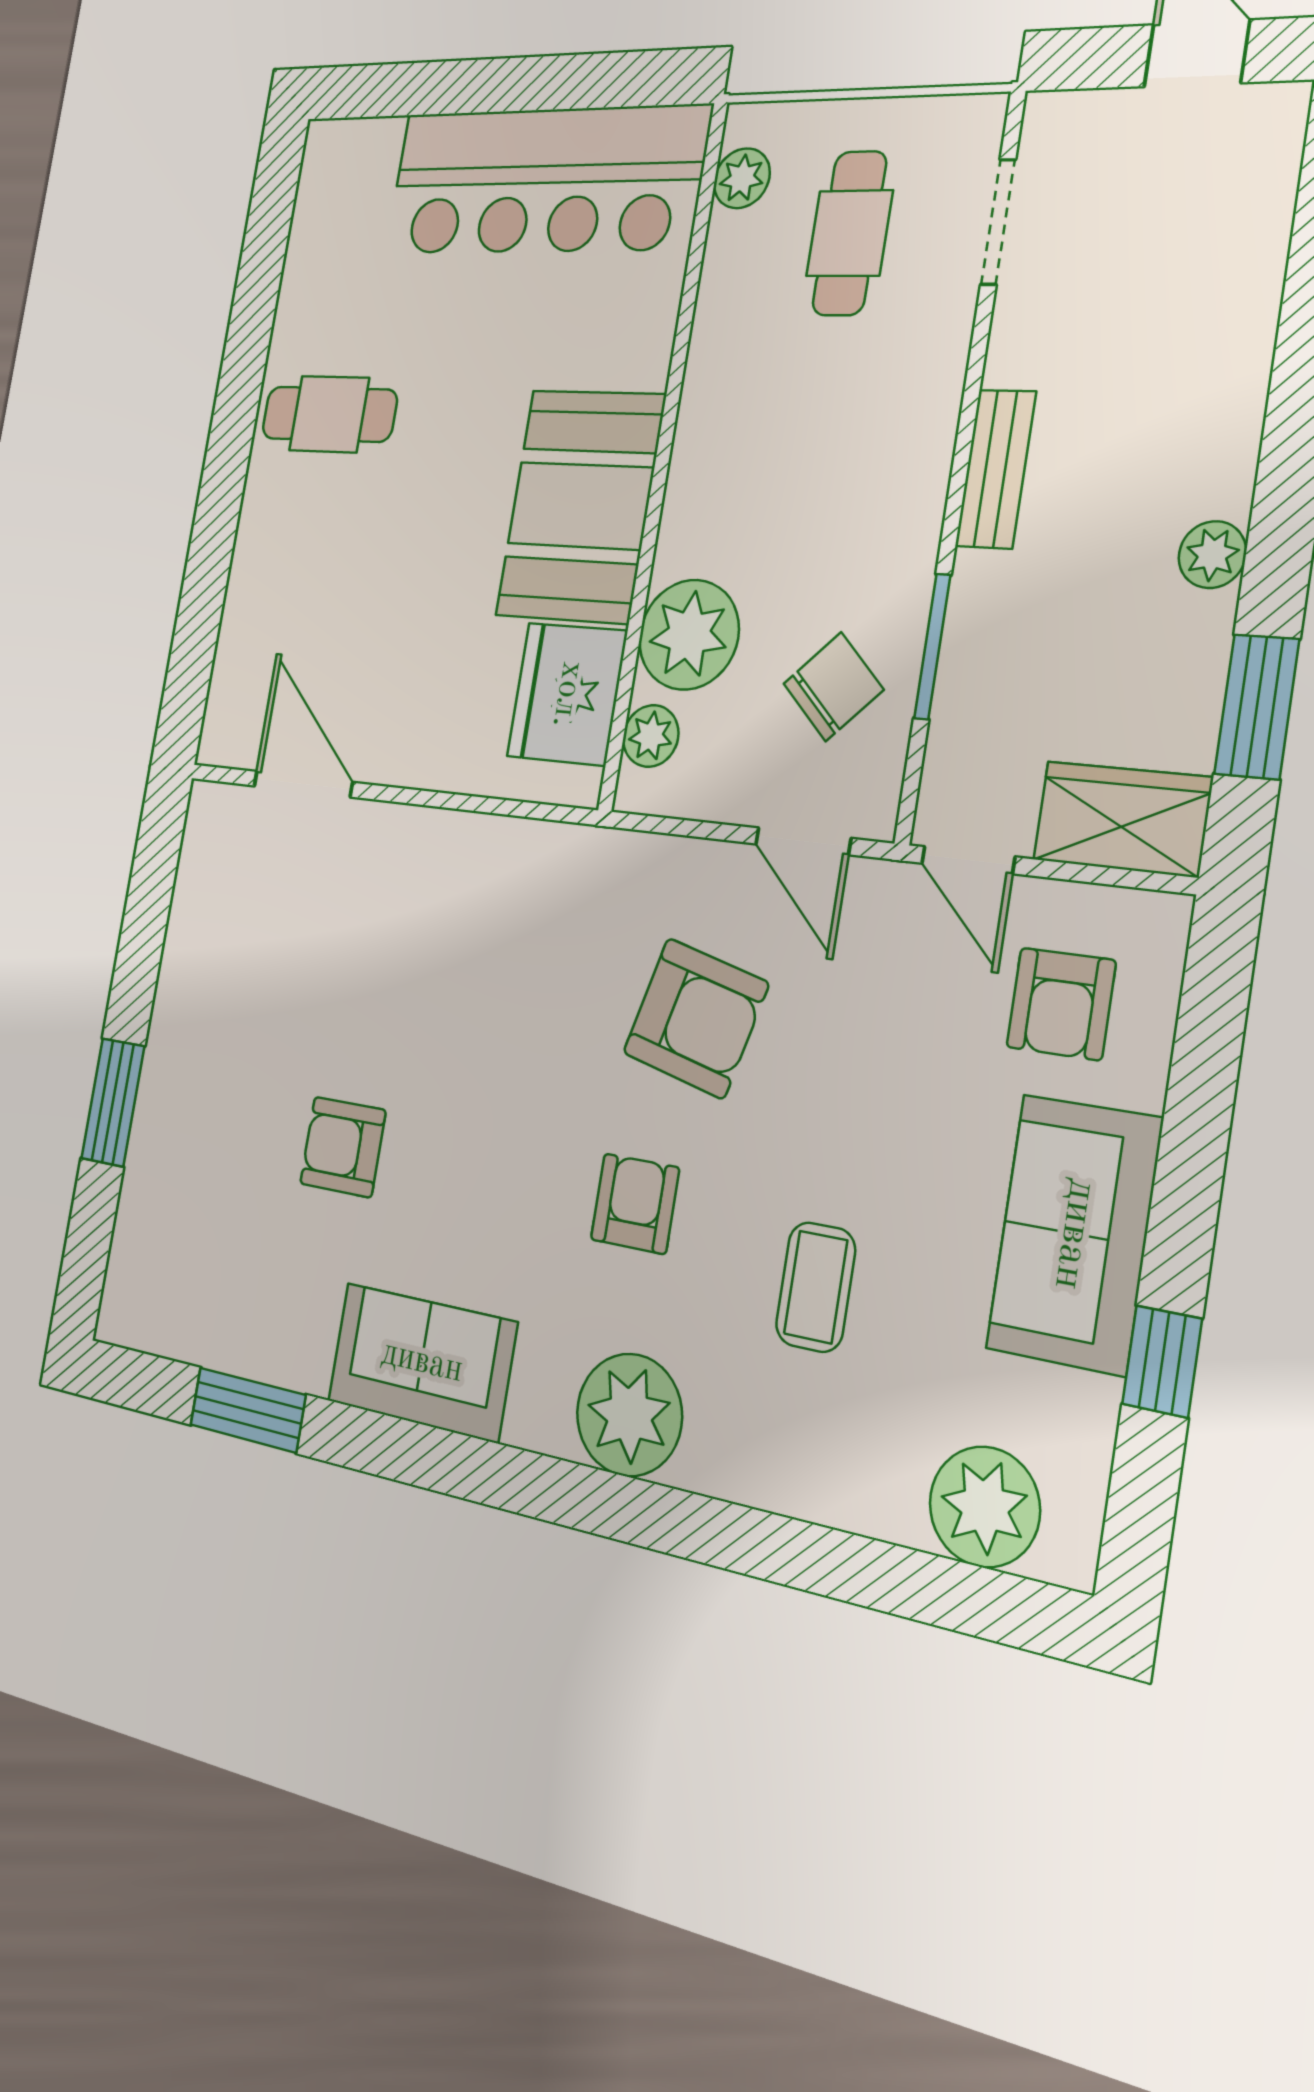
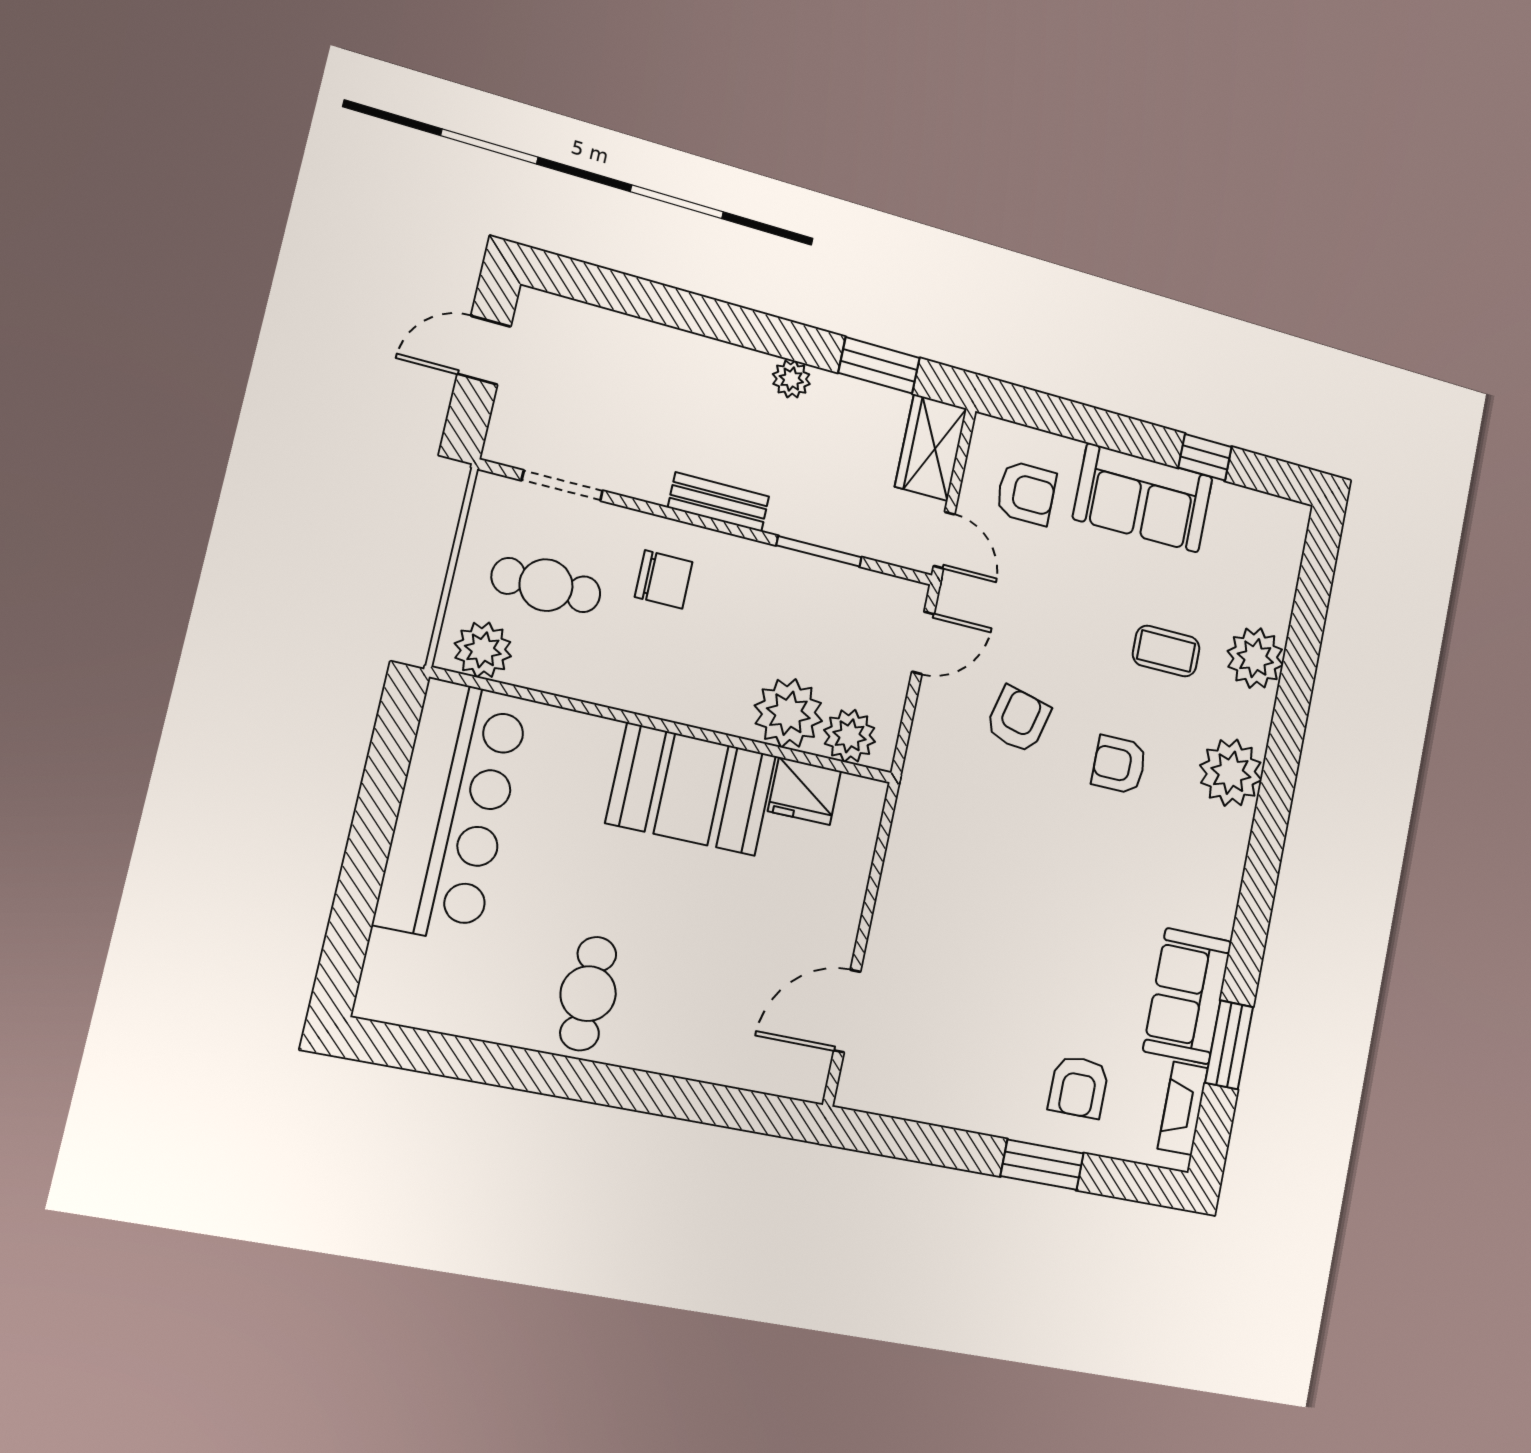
plant: (742, 178) -> (483, 650), width x1.38, depth x1.38
chair: (833, 687) -> (664, 579), moved, turned 136
fridge: (567, 694) -> (804, 791), width x0.73, depth x0.75
plant: (651, 736) -> (850, 736), width x1.38, depth x1.38
door: (968, 860) -> (944, 540), hinge flipped
armchair: (696, 1018) -> (1018, 720), width x0.72, depth x0.72
armchair: (343, 1147) -> (1079, 1087), moved
fireplace: (171, 1330) -> (1183, 1108), added
sofa: (422, 1362) -> (1187, 996), moved
plant: (985, 1507) -> (1255, 658), moved

